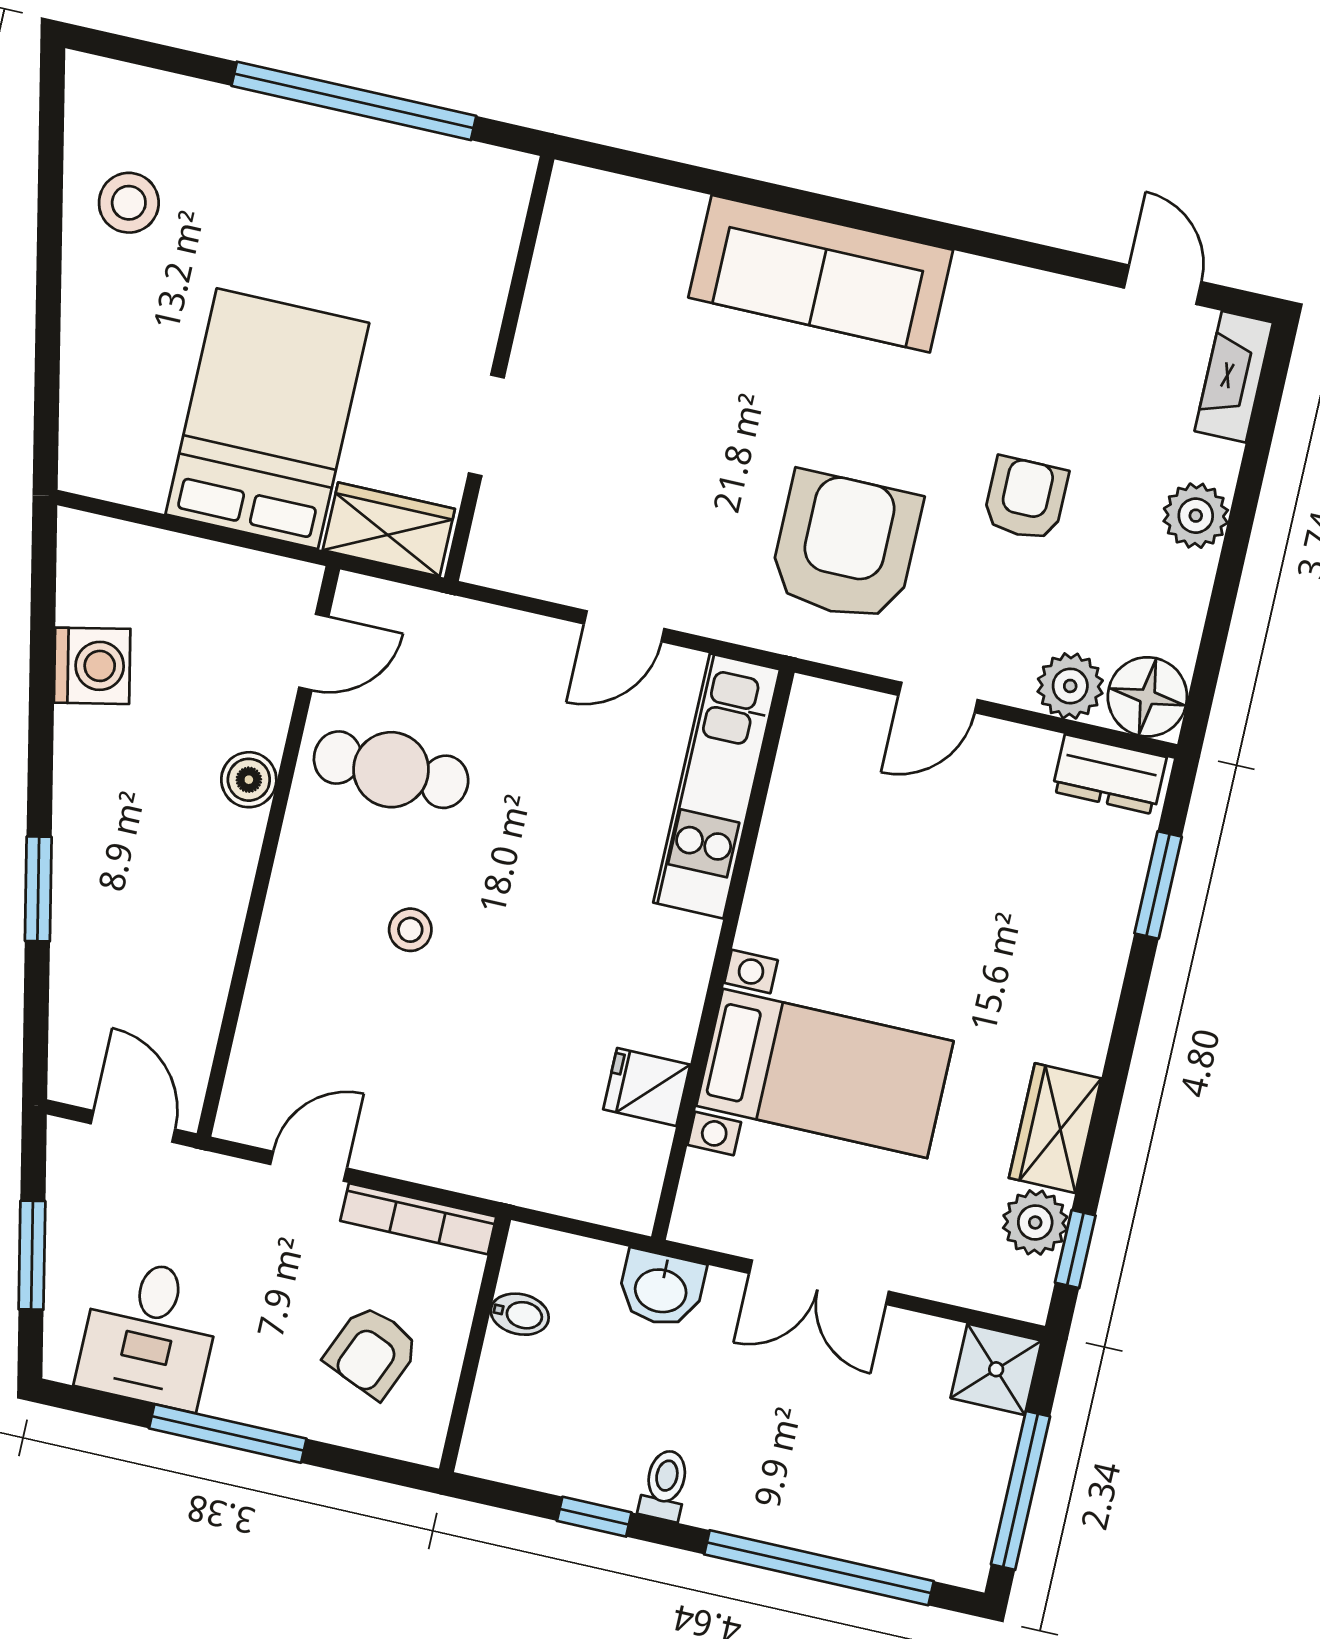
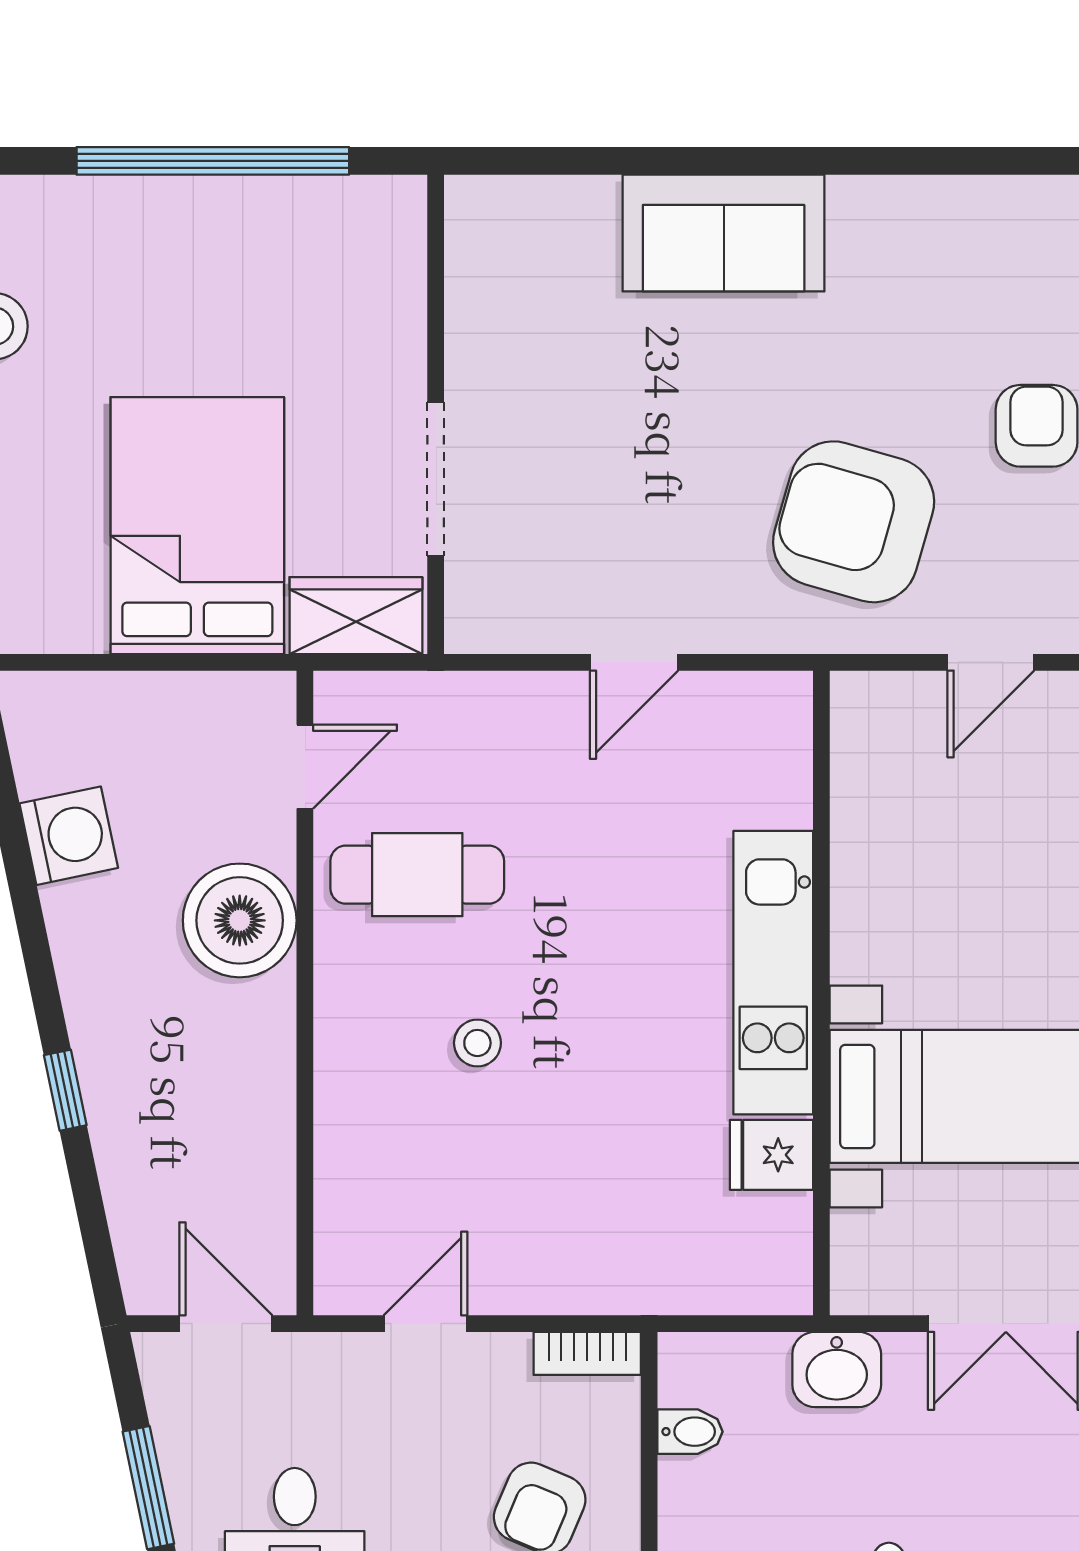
sofa: (821, 274) -> (724, 233), width x0.73
doorway: (486, 425) -> (436, 479), width x1.38
armchair: (845, 546) -> (854, 522), turned -74
boiler: (249, 780) -> (240, 920), width x1.86, depth x1.86
kitchen unit: (717, 786) -> (773, 973), moved
window: (38, 889) -> (65, 1090), width x0.67
bookcase: (418, 1219) -> (587, 1353), width x0.64

